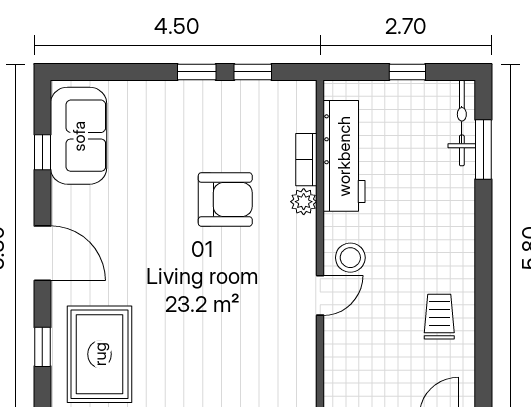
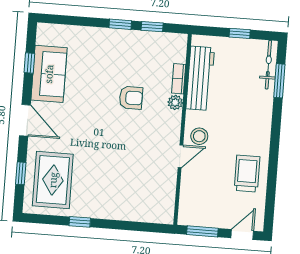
sofa: (79, 136) -> (49, 74), moved
armchair: (225, 199) -> (131, 98), width x0.72, depth x0.72
trolley: (439, 317) -> (247, 174), width x1.36, depth x1.39

